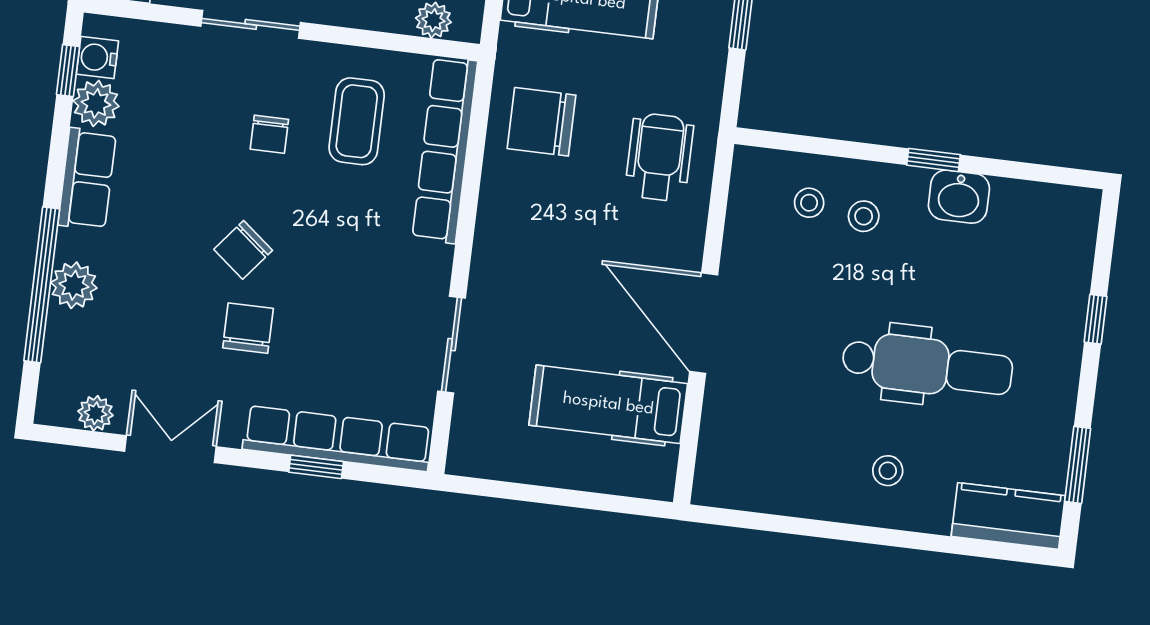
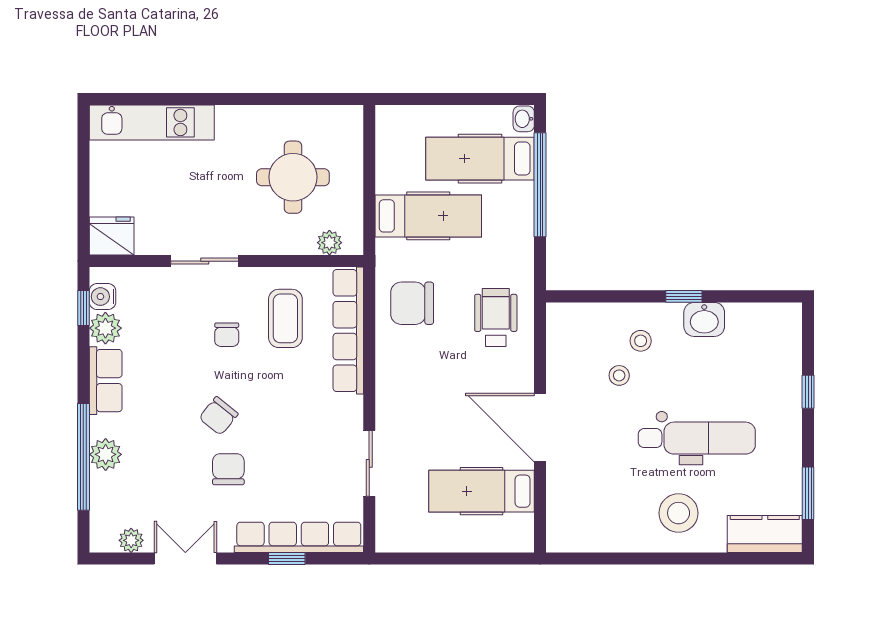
stool: (809, 203) -> (619, 375), moved
stool: (888, 471) -> (679, 513), width x1.89, depth x1.89

